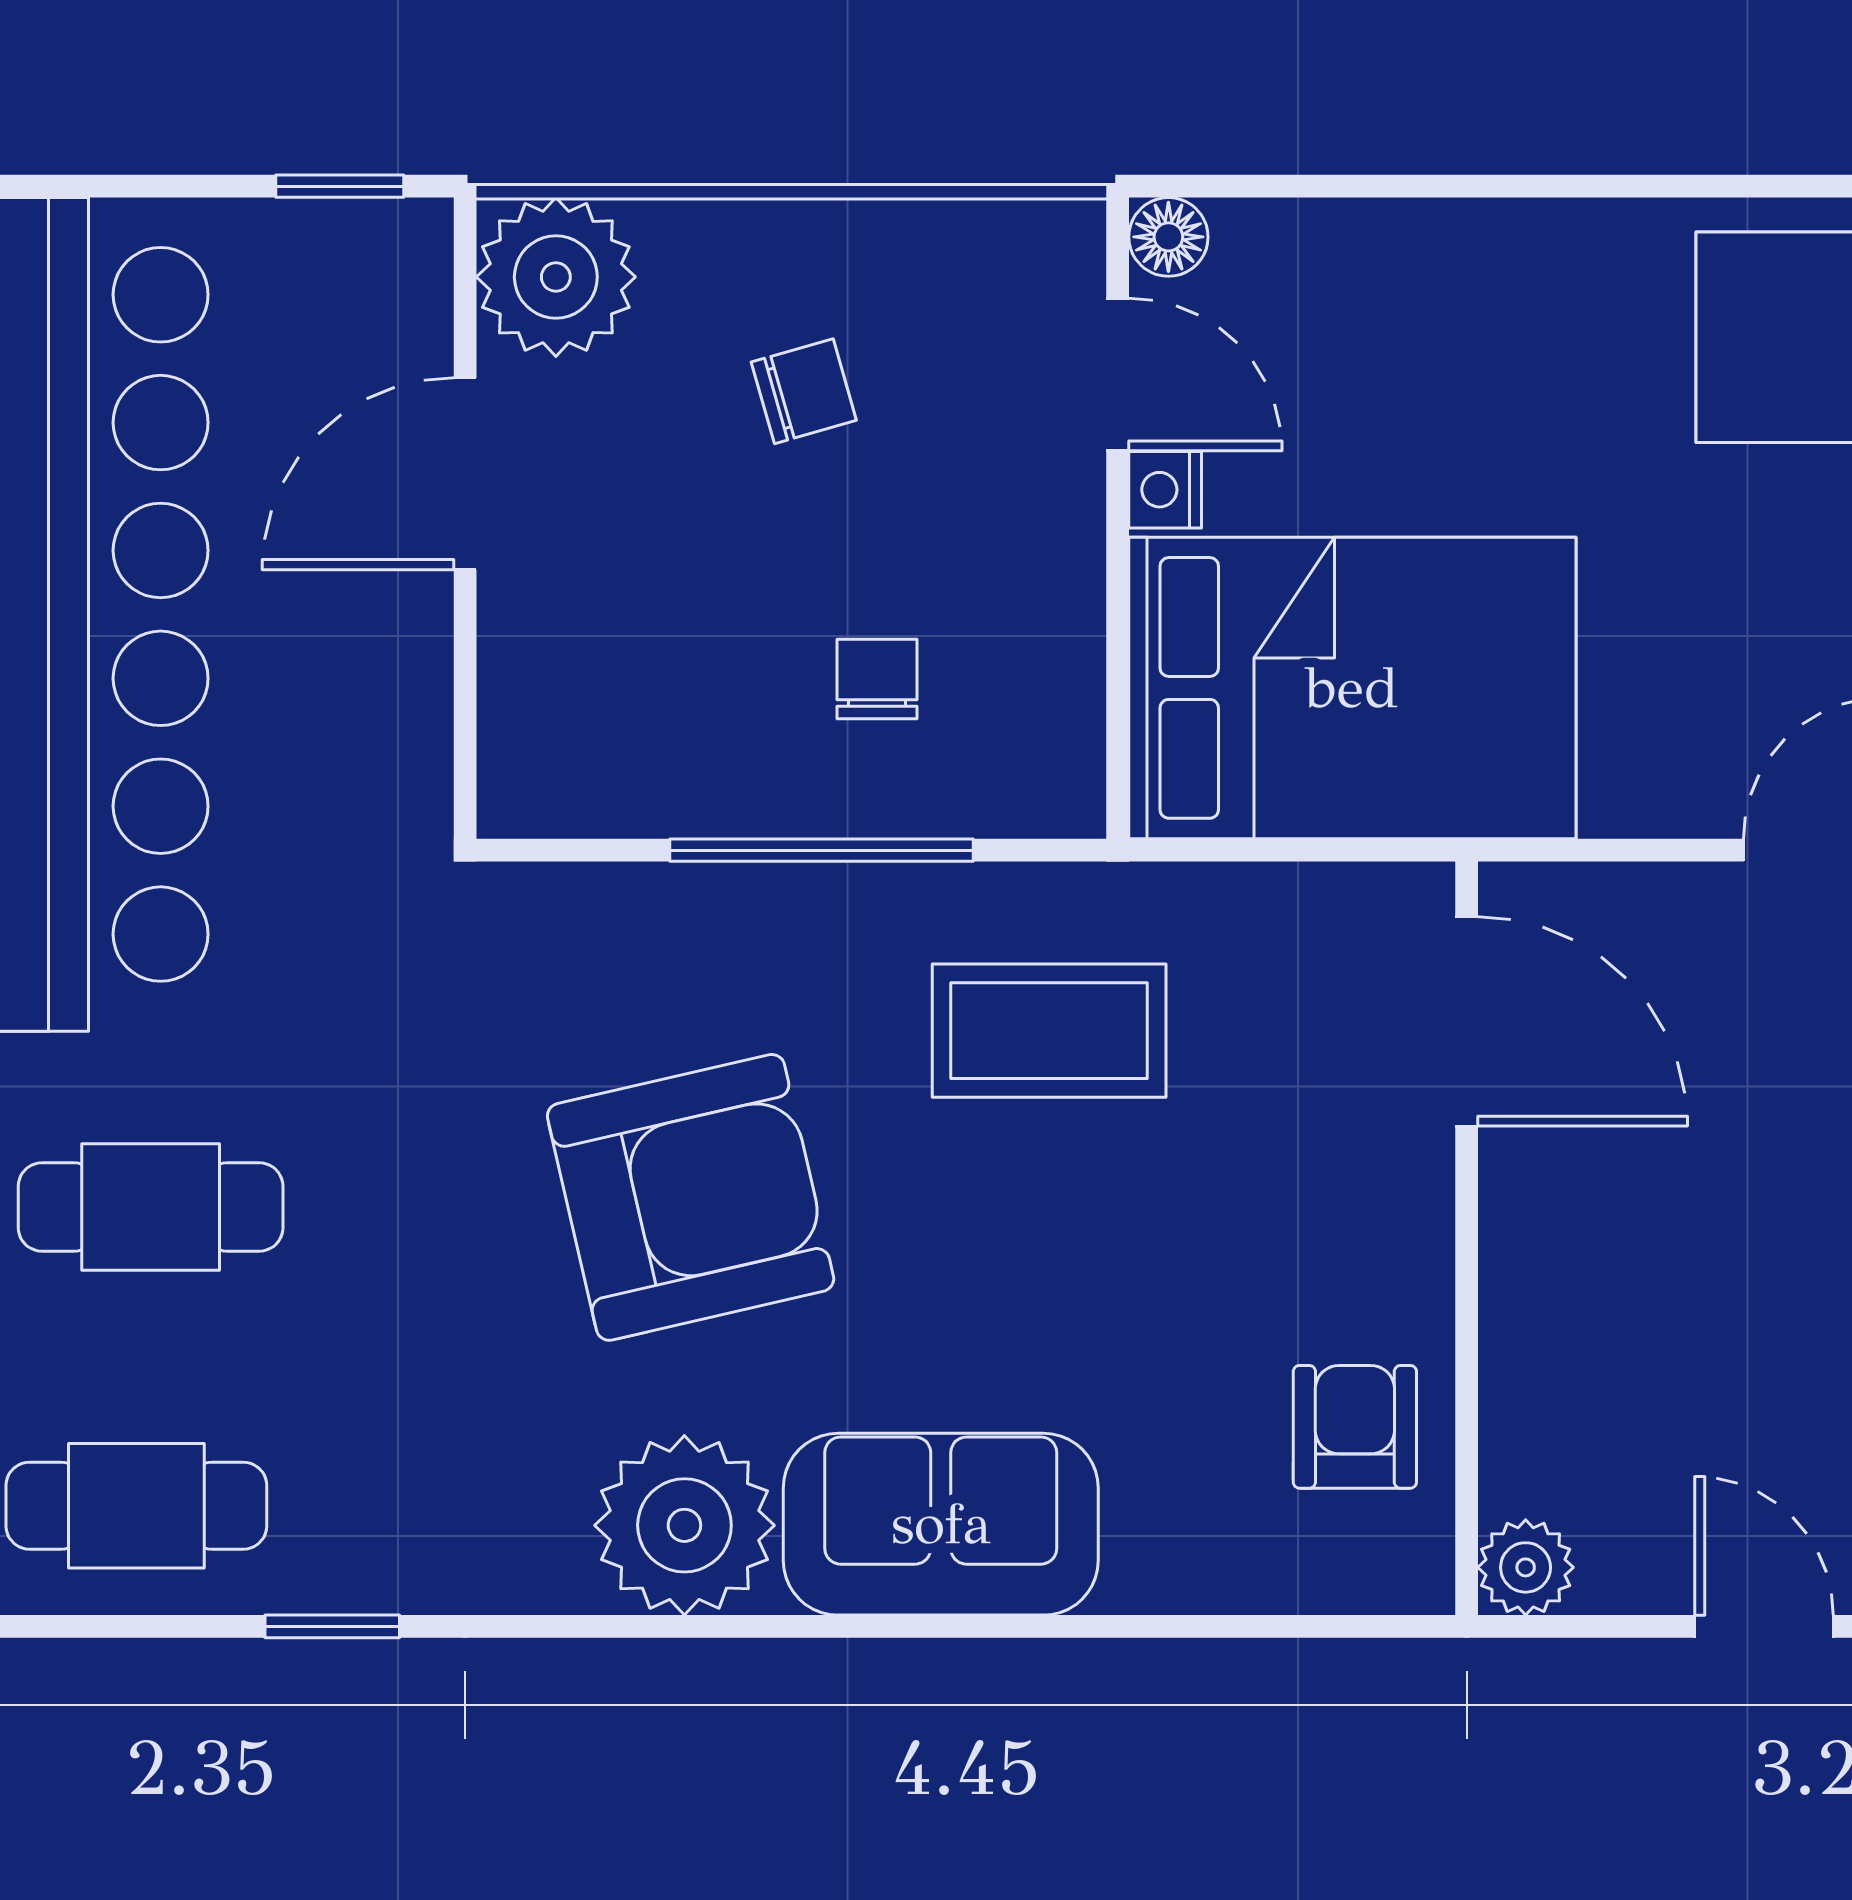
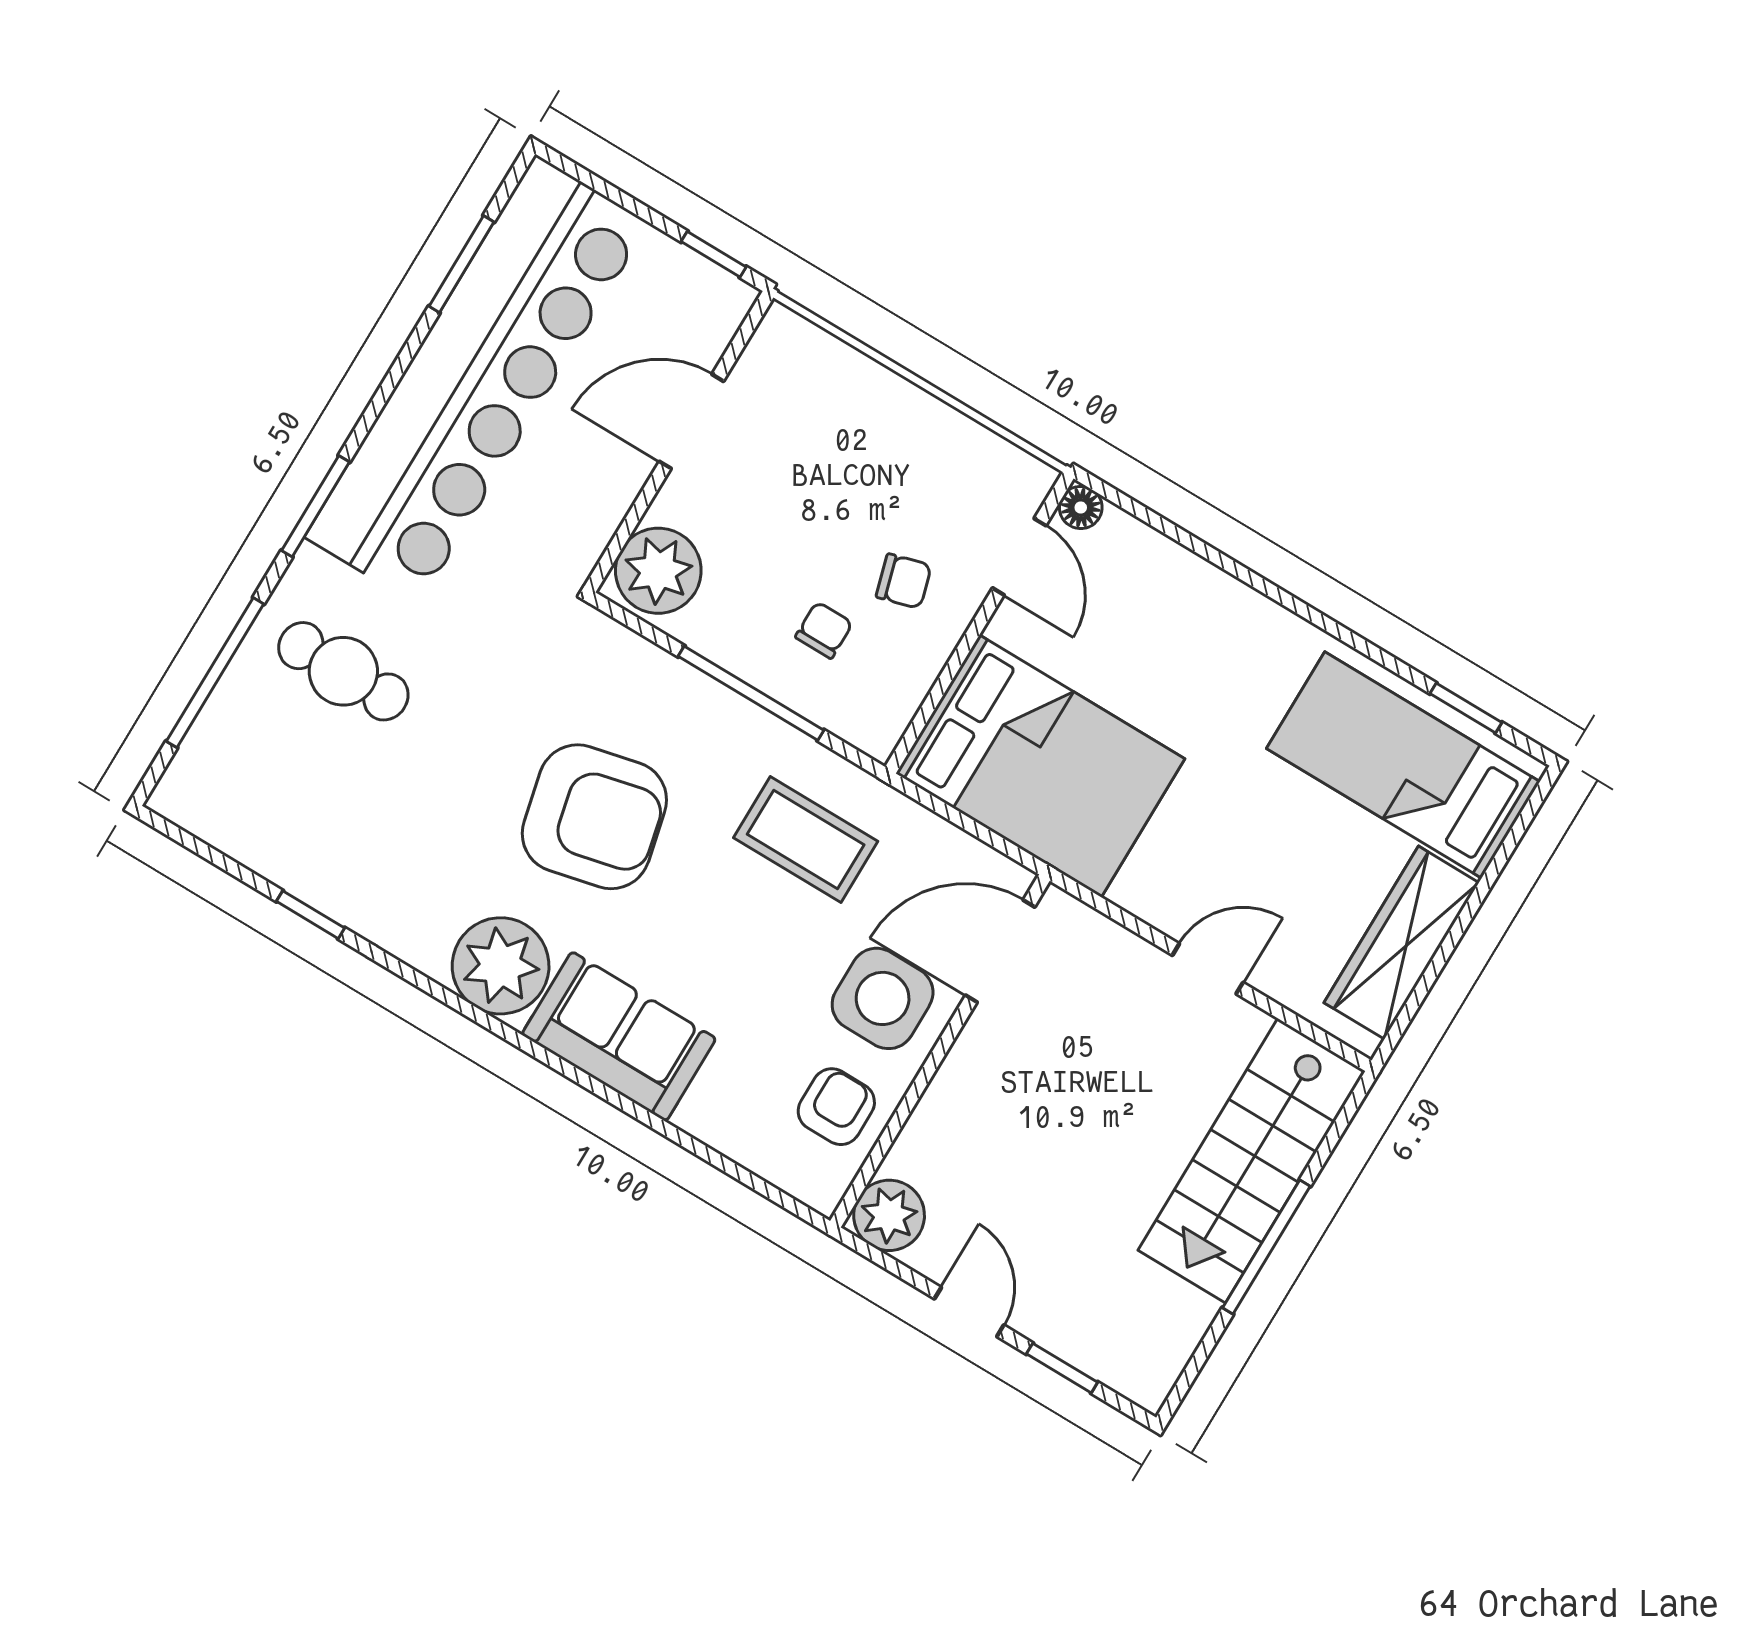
plant: (556, 277) -> (658, 571), moved
chair: (804, 391) -> (904, 581), moved
nightstand: (1165, 490) -> (1009, 623), removed
door: (1467, 1021) -> (1000, 951), swing flipped
side table: (1325, 1210) -> (883, 998), added
cafe table: (136, 1506) -> (254, 805), removed
plant: (1526, 1567) -> (889, 1215), width x1.38, depth x1.38

